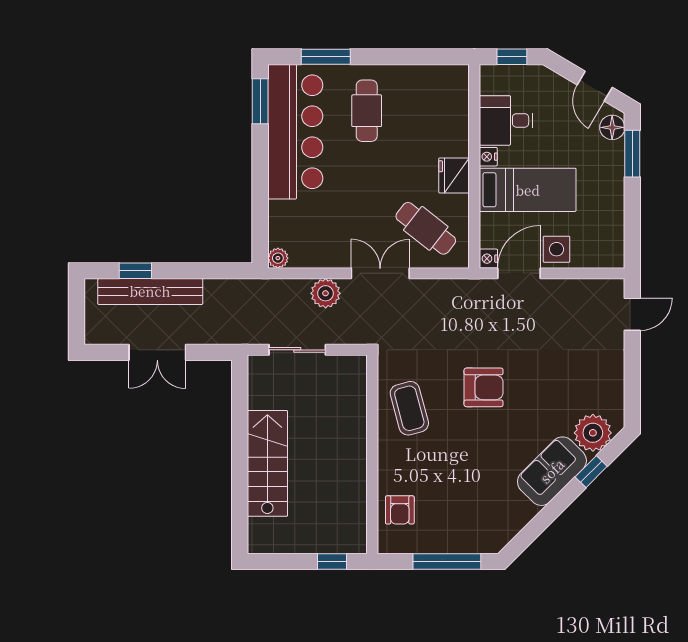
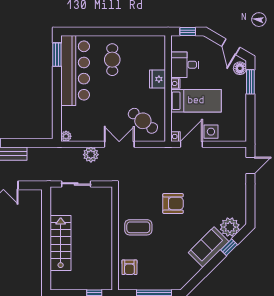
window: (326, 57) -> (91, 32), removed
fridge: (454, 175) -> (158, 79), moved
coffee table: (409, 408) -> (138, 227), moved, turned -75

